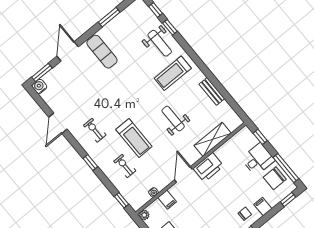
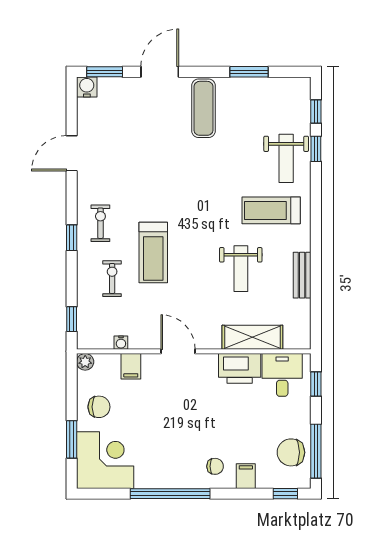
weight bench: (173, 119) -> (241, 269), moved, turned 180
exercise bike: (95, 130) -> (100, 223), moved
desk: (258, 159) -> (282, 375), moved, turned -90
printer: (208, 167) -> (240, 368), moved
door: (183, 175) -> (178, 351), hinge flipped

